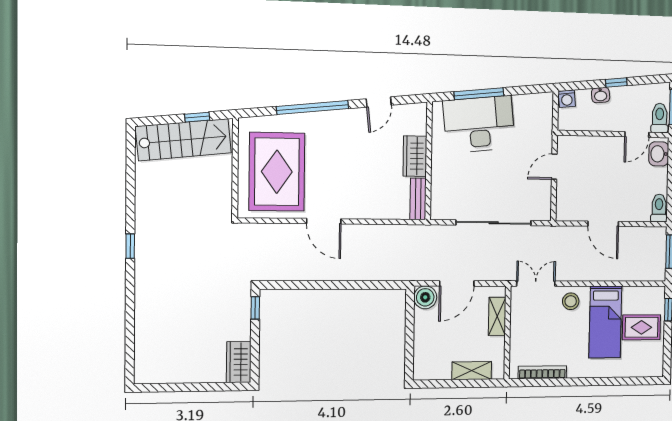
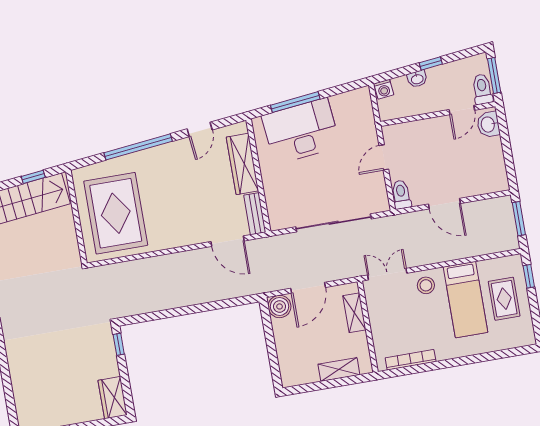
wardrobe: (415, 156) -> (243, 164), width x1.50
toilet: (659, 208) -> (401, 195), moved
door: (324, 221) -> (228, 241), moved
rug: (641, 327) -> (504, 299), turned 90

